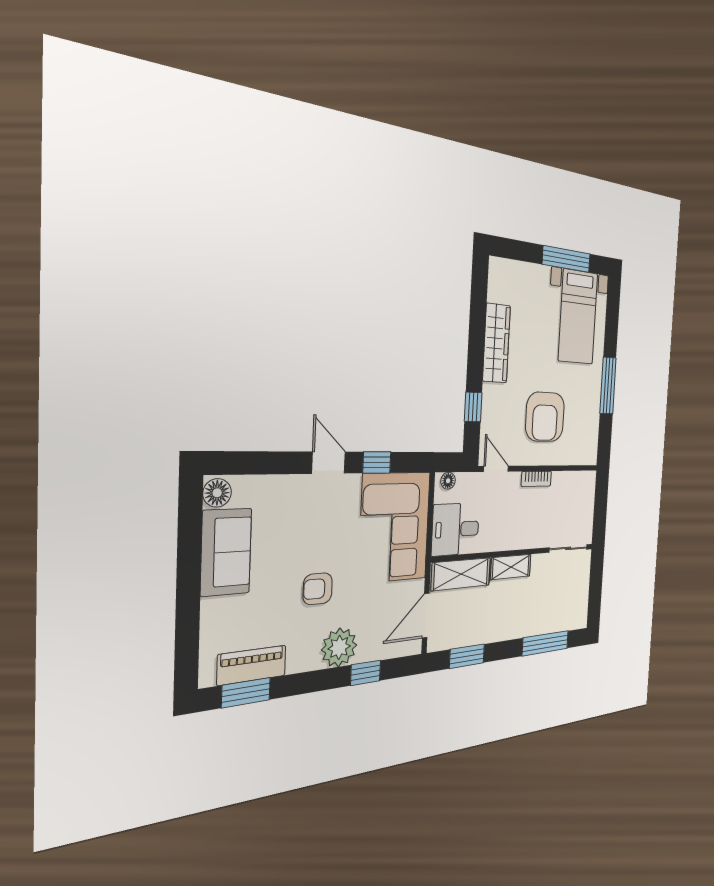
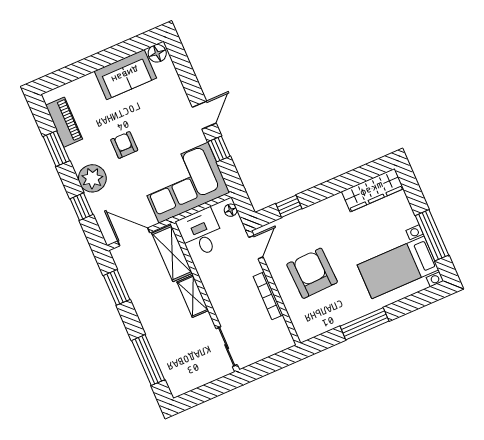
wardrobe: (496, 343) -> (372, 190), moved
armchair: (545, 417) -> (312, 273), turned 88
bookcase: (536, 479) -> (268, 296), width x1.56
window: (246, 693) -> (56, 149), moved

